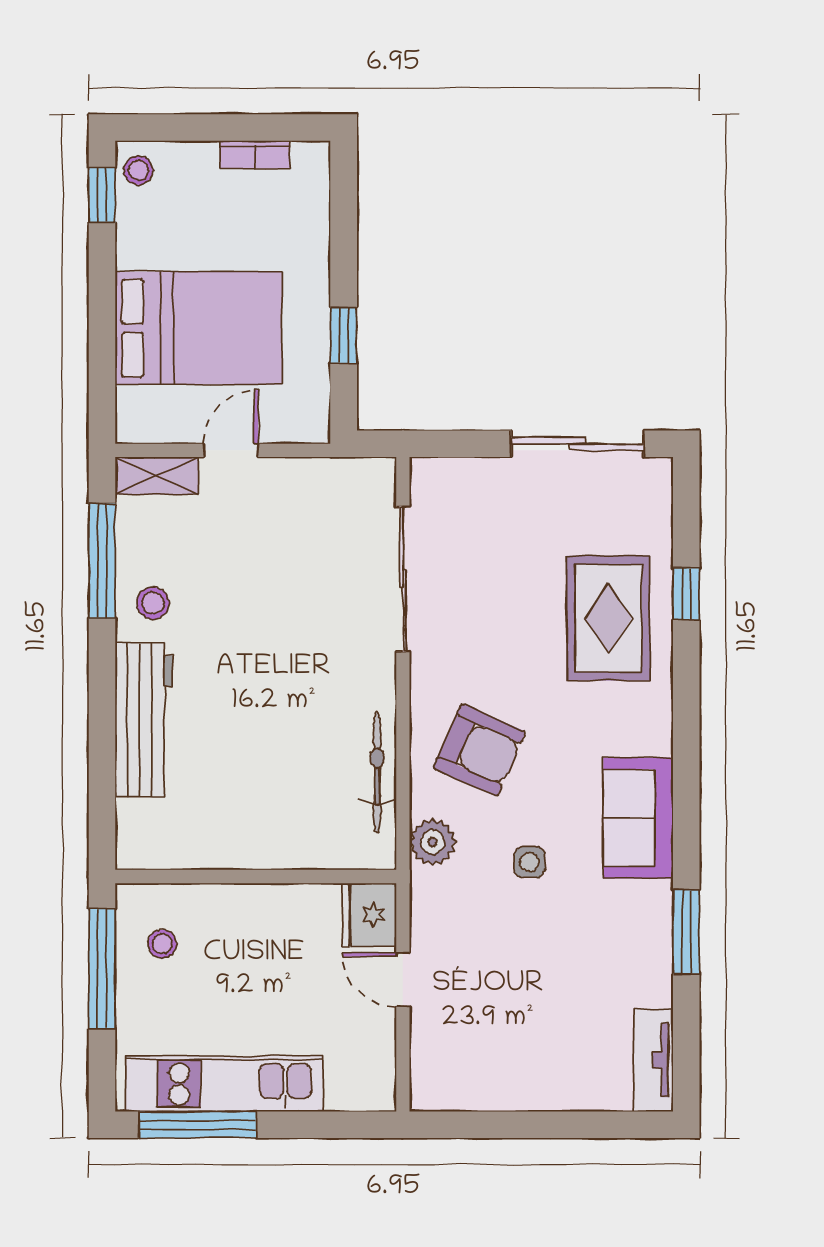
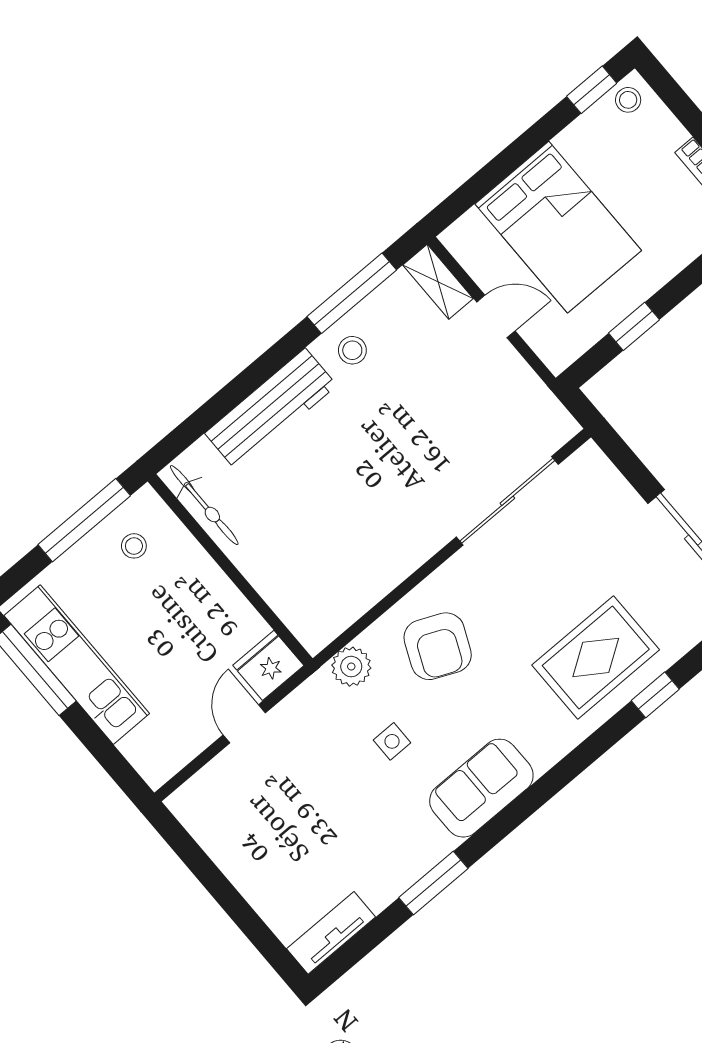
bicycle: (377, 773) -> (204, 505), moved, turned 90

